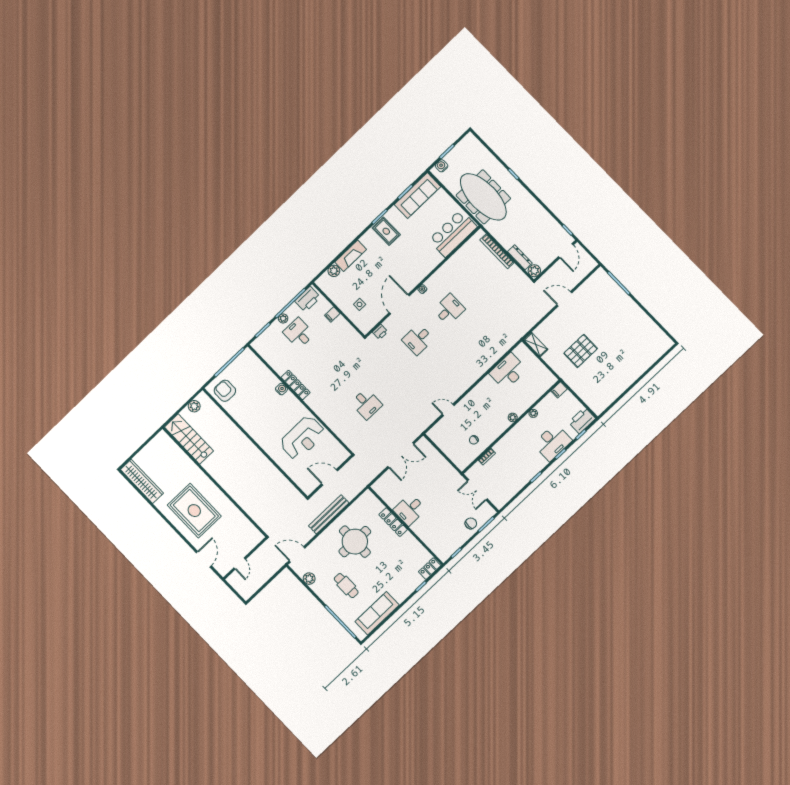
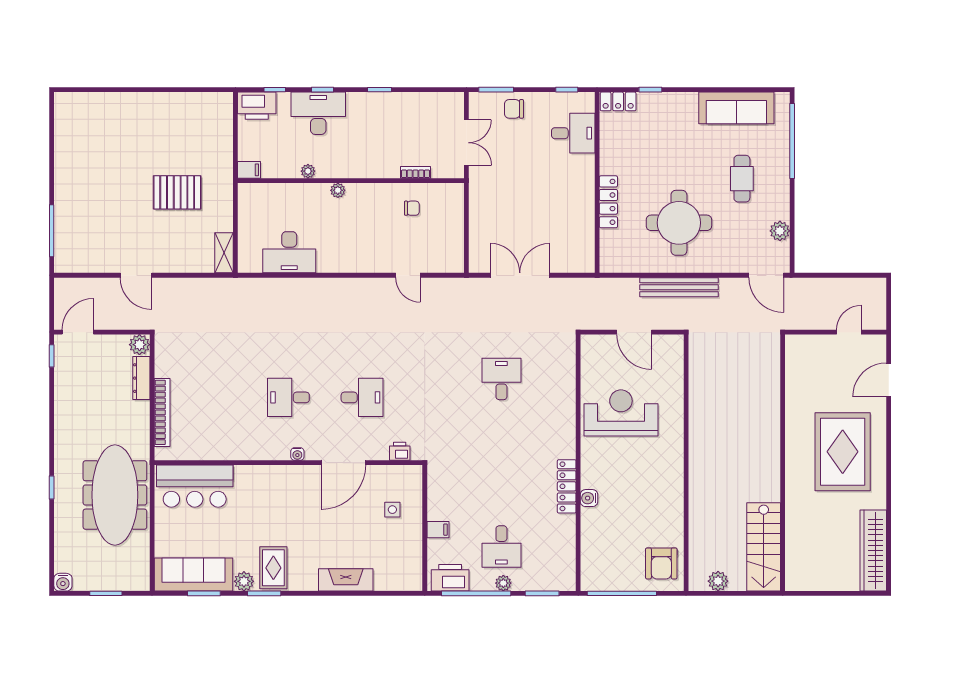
water cooler: (442, 166) -> (63, 582), moved
plant: (334, 271) -> (244, 581), moved
desk: (410, 510) -> (573, 133), moved

